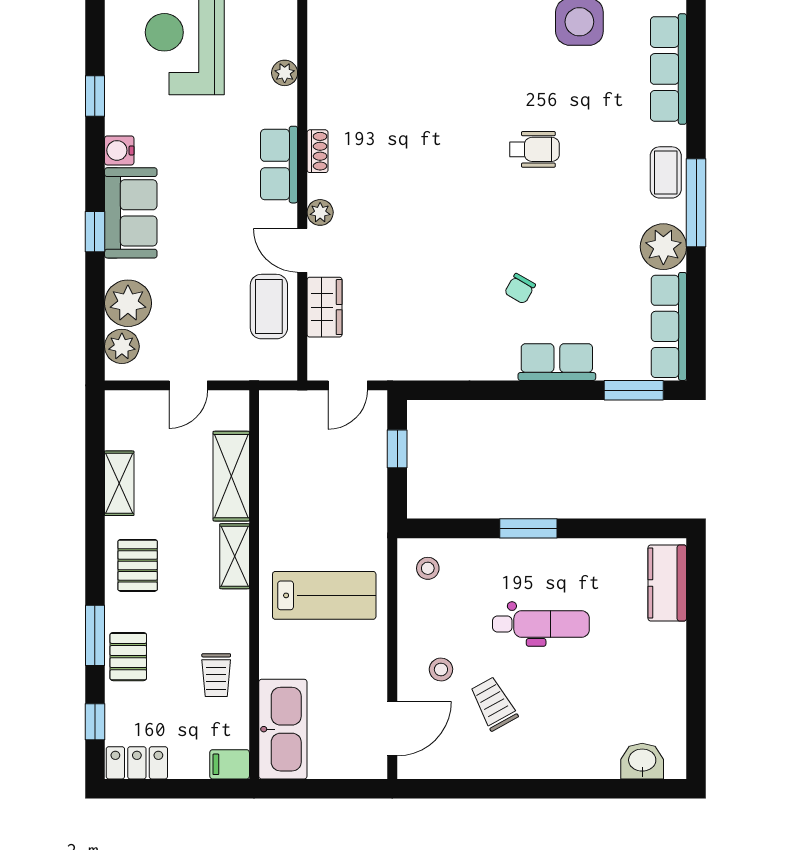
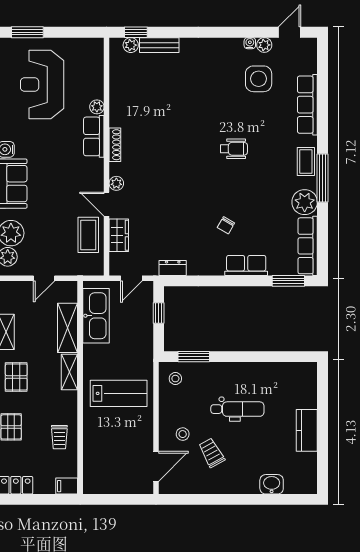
shoe rack: (318, 151) -> (115, 145), width x1.43
row of seats: (279, 165) -> (94, 136), moved
dresser: (423, 367) -> (173, 268), added
window: (528, 528) -> (194, 357), moved
kitchen counter: (667, 583) -> (307, 430), moved
kitchen sink: (283, 729) -> (96, 316), moved
washbasin: (642, 761) -> (272, 484), moved

